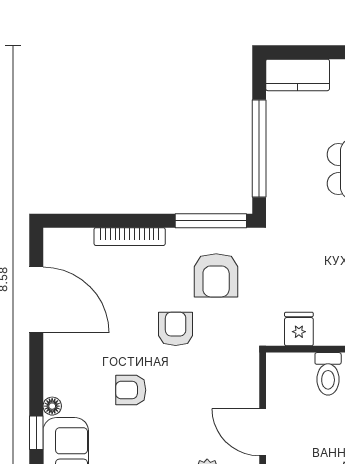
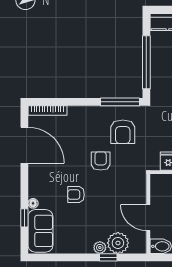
bookcase: (130, 237) -> (47, 111), moved

